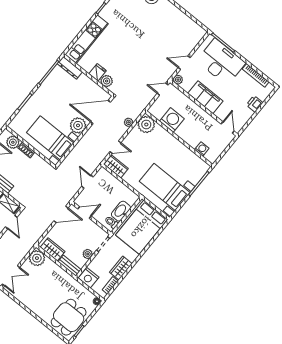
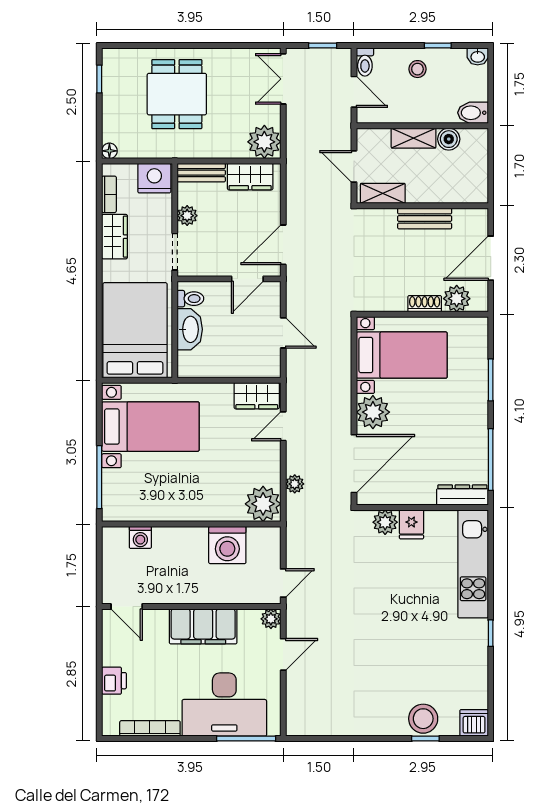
dining table: (69, 317) -> (177, 94), moved

